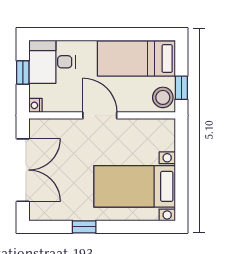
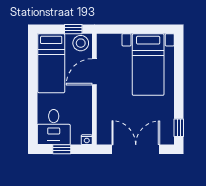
door: (100, 115) -> (94, 72), moved
window: (84, 227) -> (179, 128), moved

